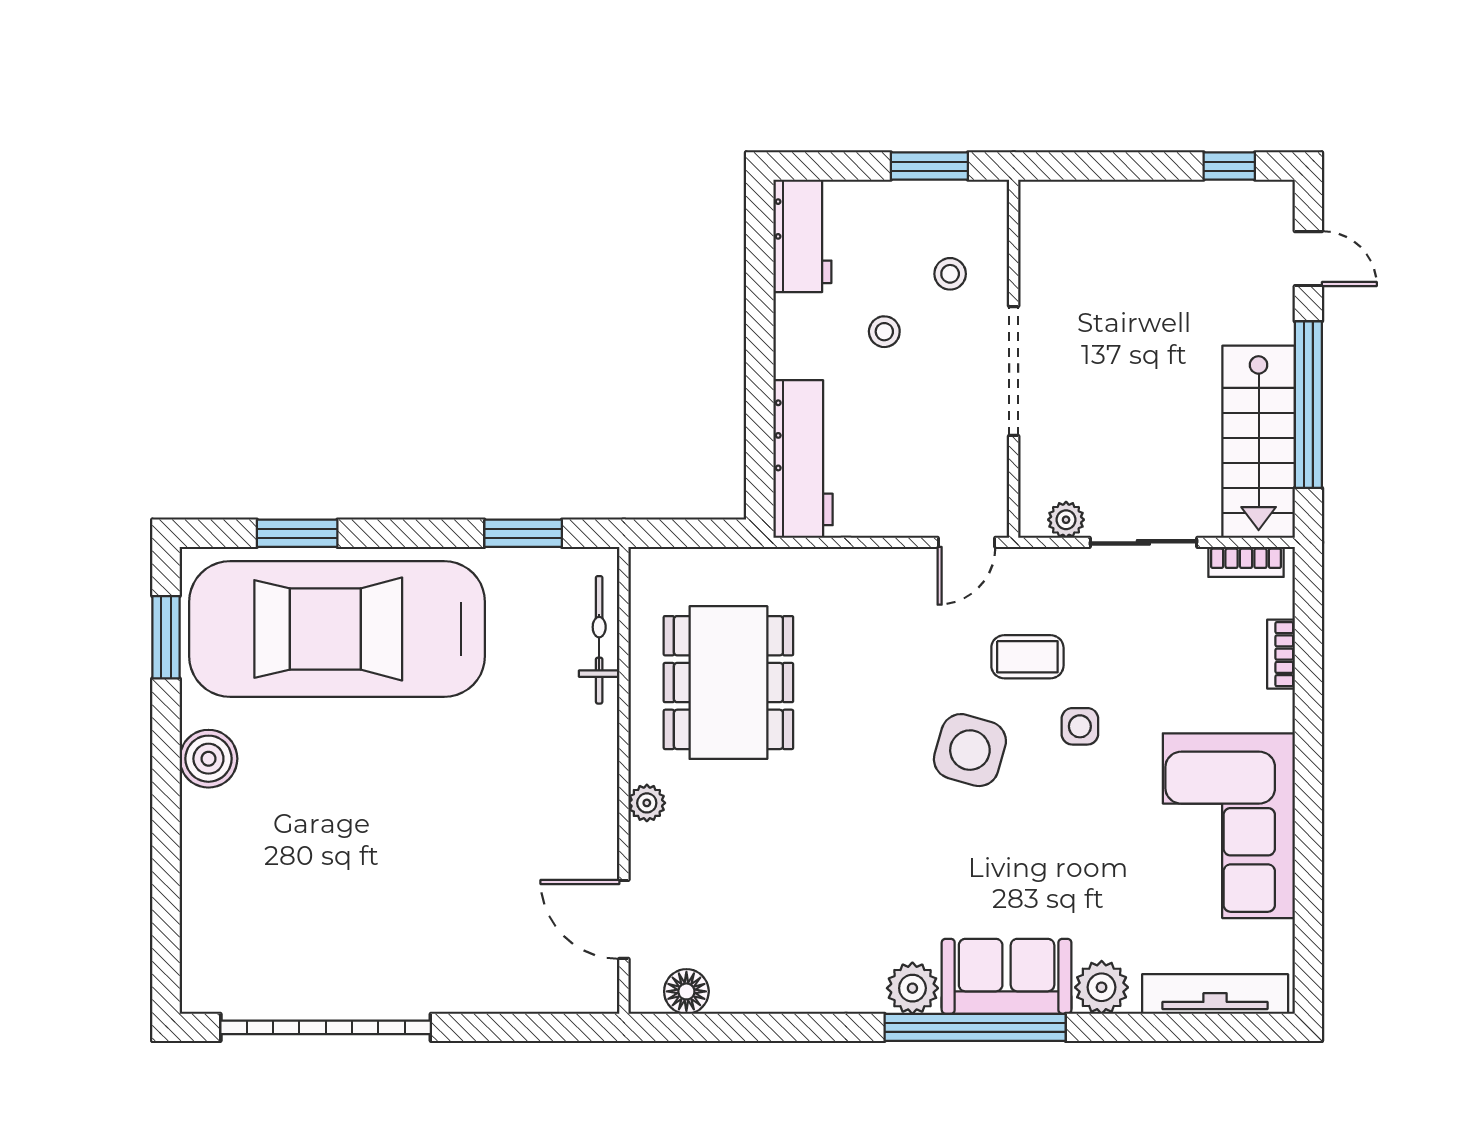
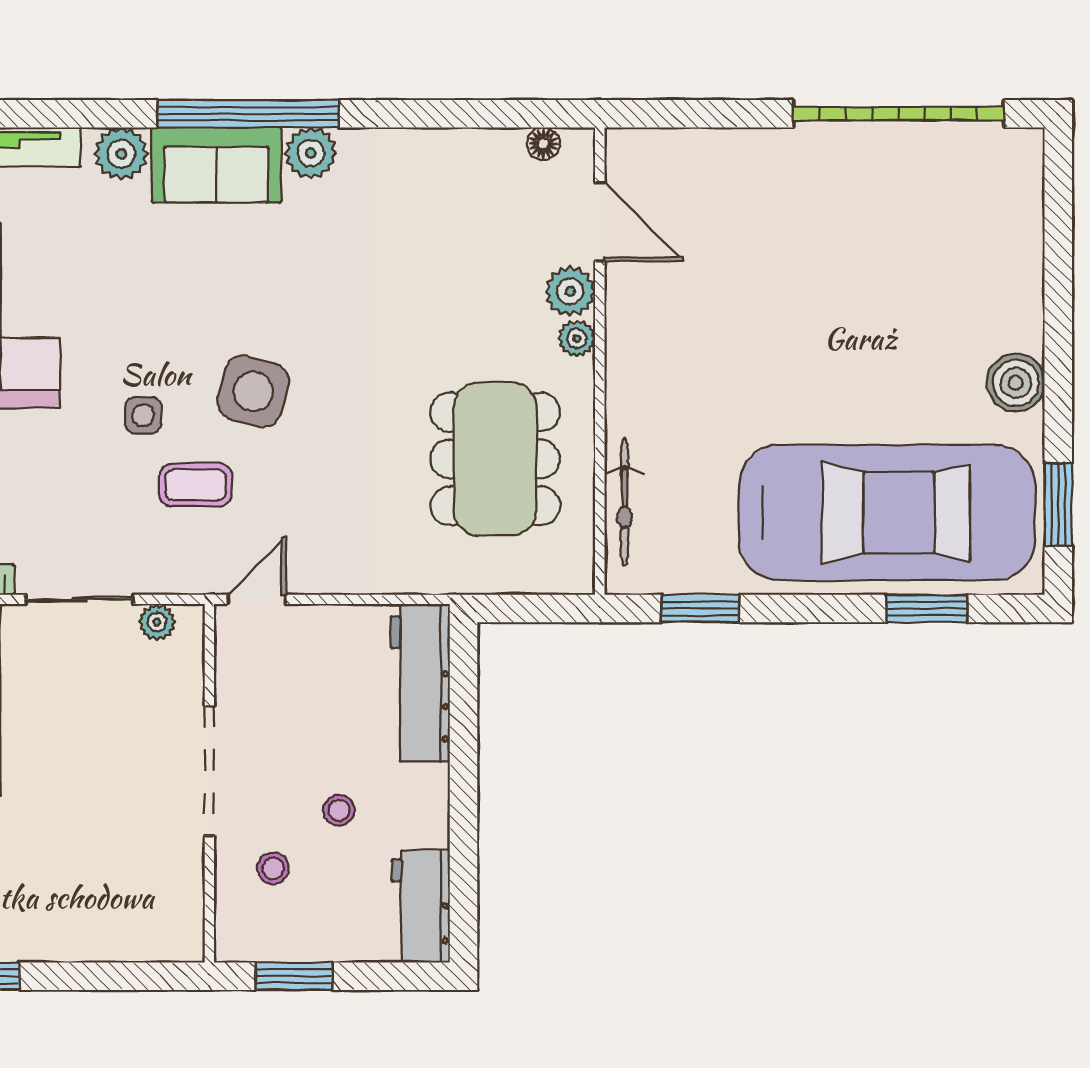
plant: (653, 850) -> (570, 291), added
floor lamp: (686, 991) -> (543, 144), width x0.73, depth x0.73

